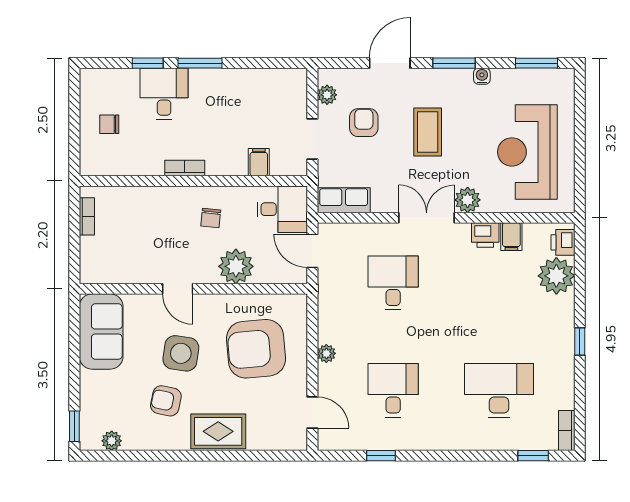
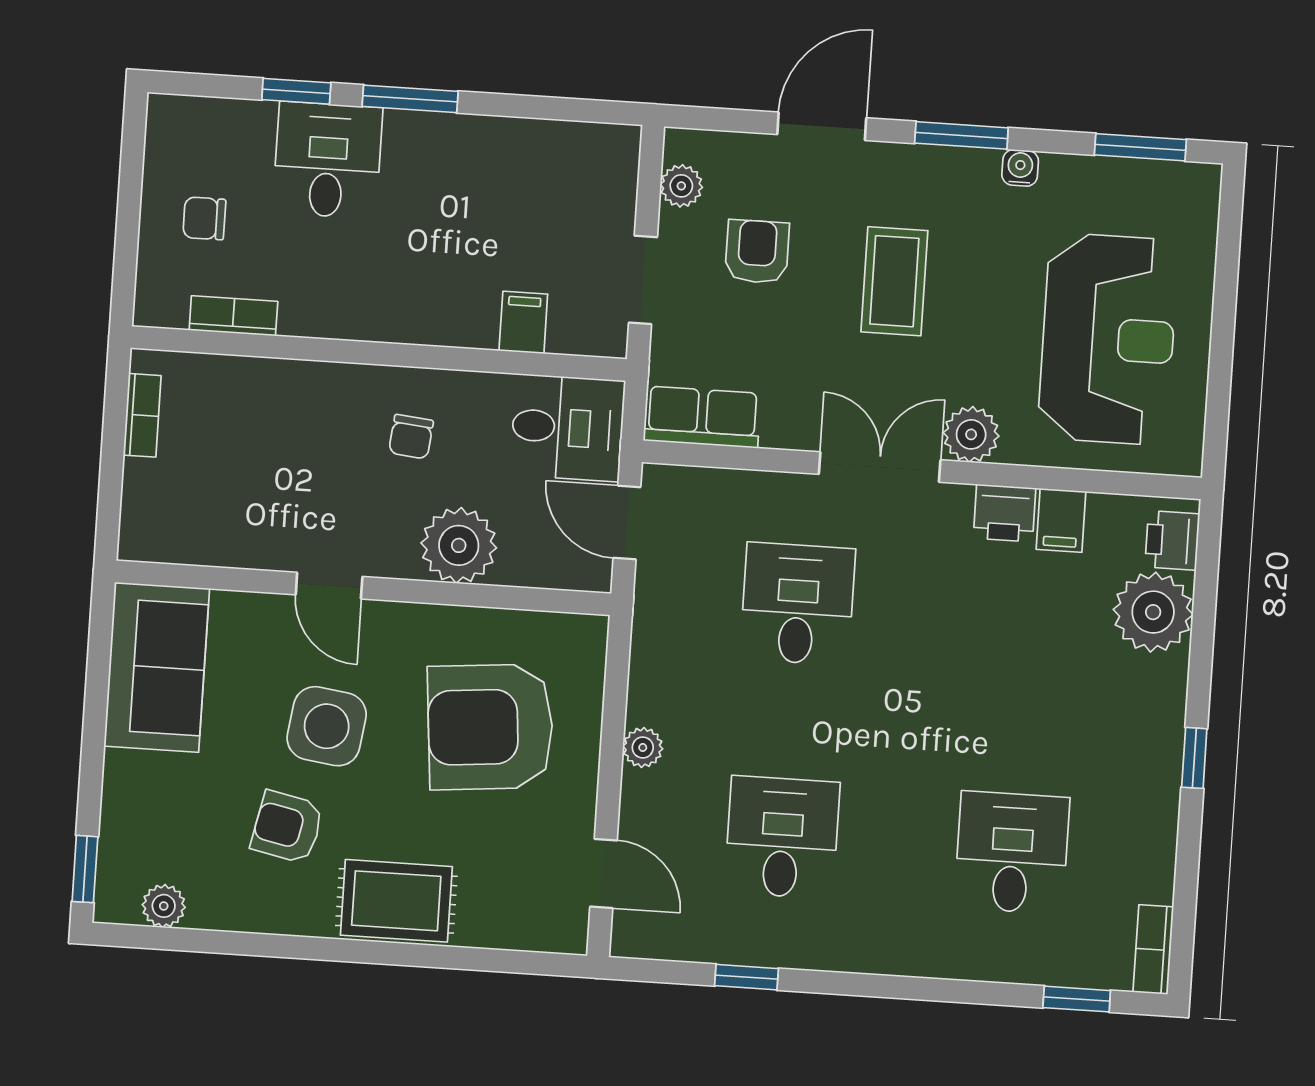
reception desk: (527, 152) -> (1108, 339), turned 180
bookcase: (185, 168) -> (233, 316), moved
desk: (499, 390) -> (1012, 853), width x0.73

